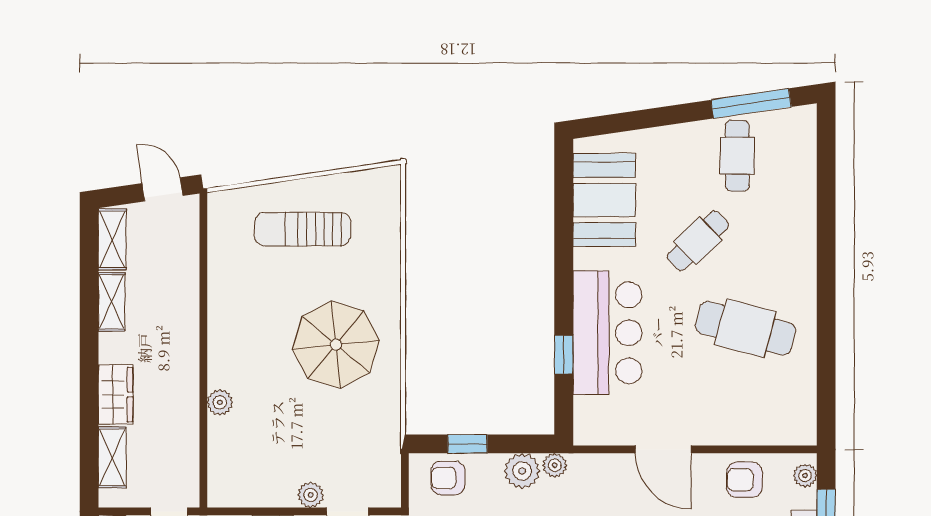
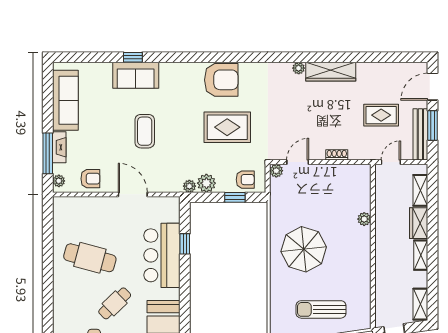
sun lounger: (303, 229) -> (321, 309), turned 180
shelving: (112, 302) -> (421, 255), moved
plant: (311, 495) -> (276, 171), moved

